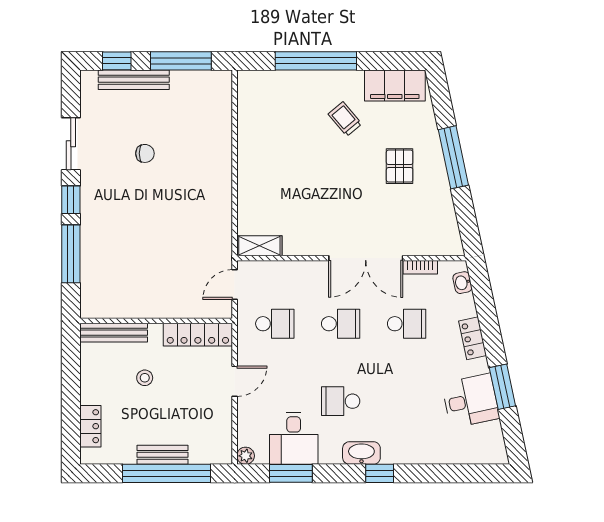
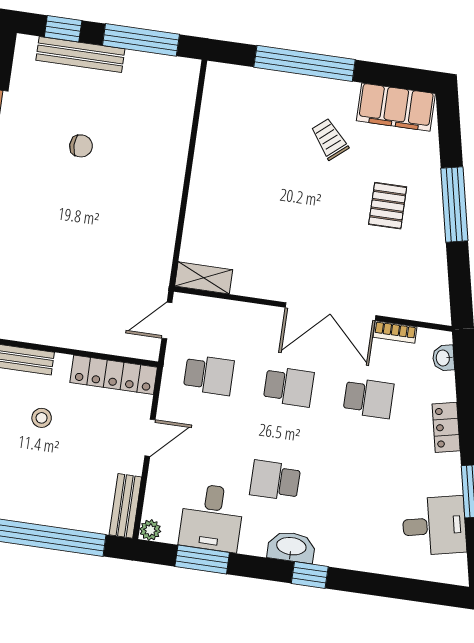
desk: (471, 401) -> (434, 526), moved
bench: (162, 455) -> (125, 506), moved, turned 90

